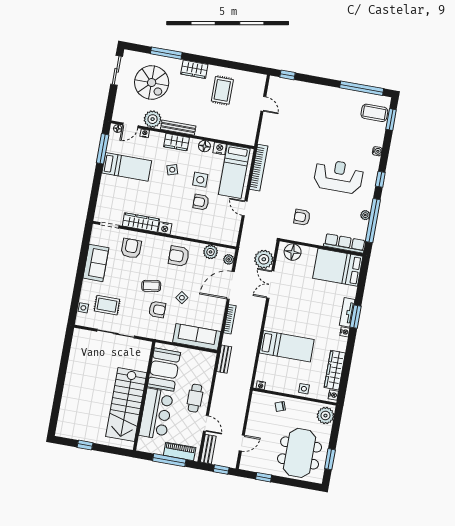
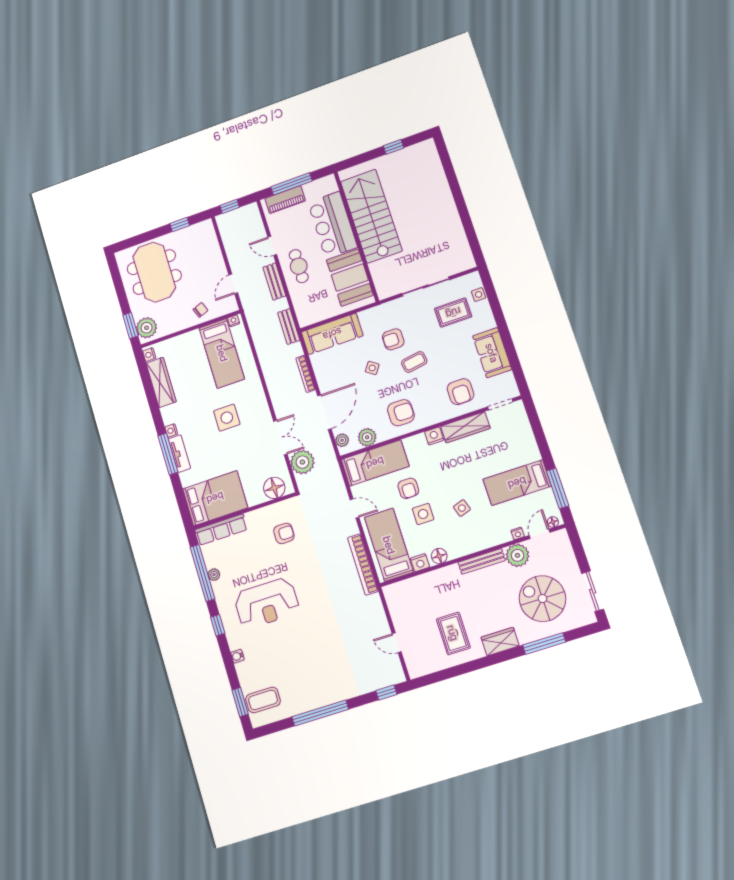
window: (362, 88) -> (320, 713), moved
wardrobe: (177, 142) -> (474, 543), removed
armchair: (201, 202) -> (408, 488), turned 90
bed: (214, 232) -> (375, 463), added
window: (356, 317) -> (168, 454), width x1.44
bed: (287, 346) -> (222, 353), moved, turned -90
side table: (304, 389) -> (227, 418), moved, width x1.87, depth x1.87
door: (242, 443) -> (233, 284), moved
bench: (208, 449) -> (274, 282), moved
window: (330, 459) -> (130, 325), moved

